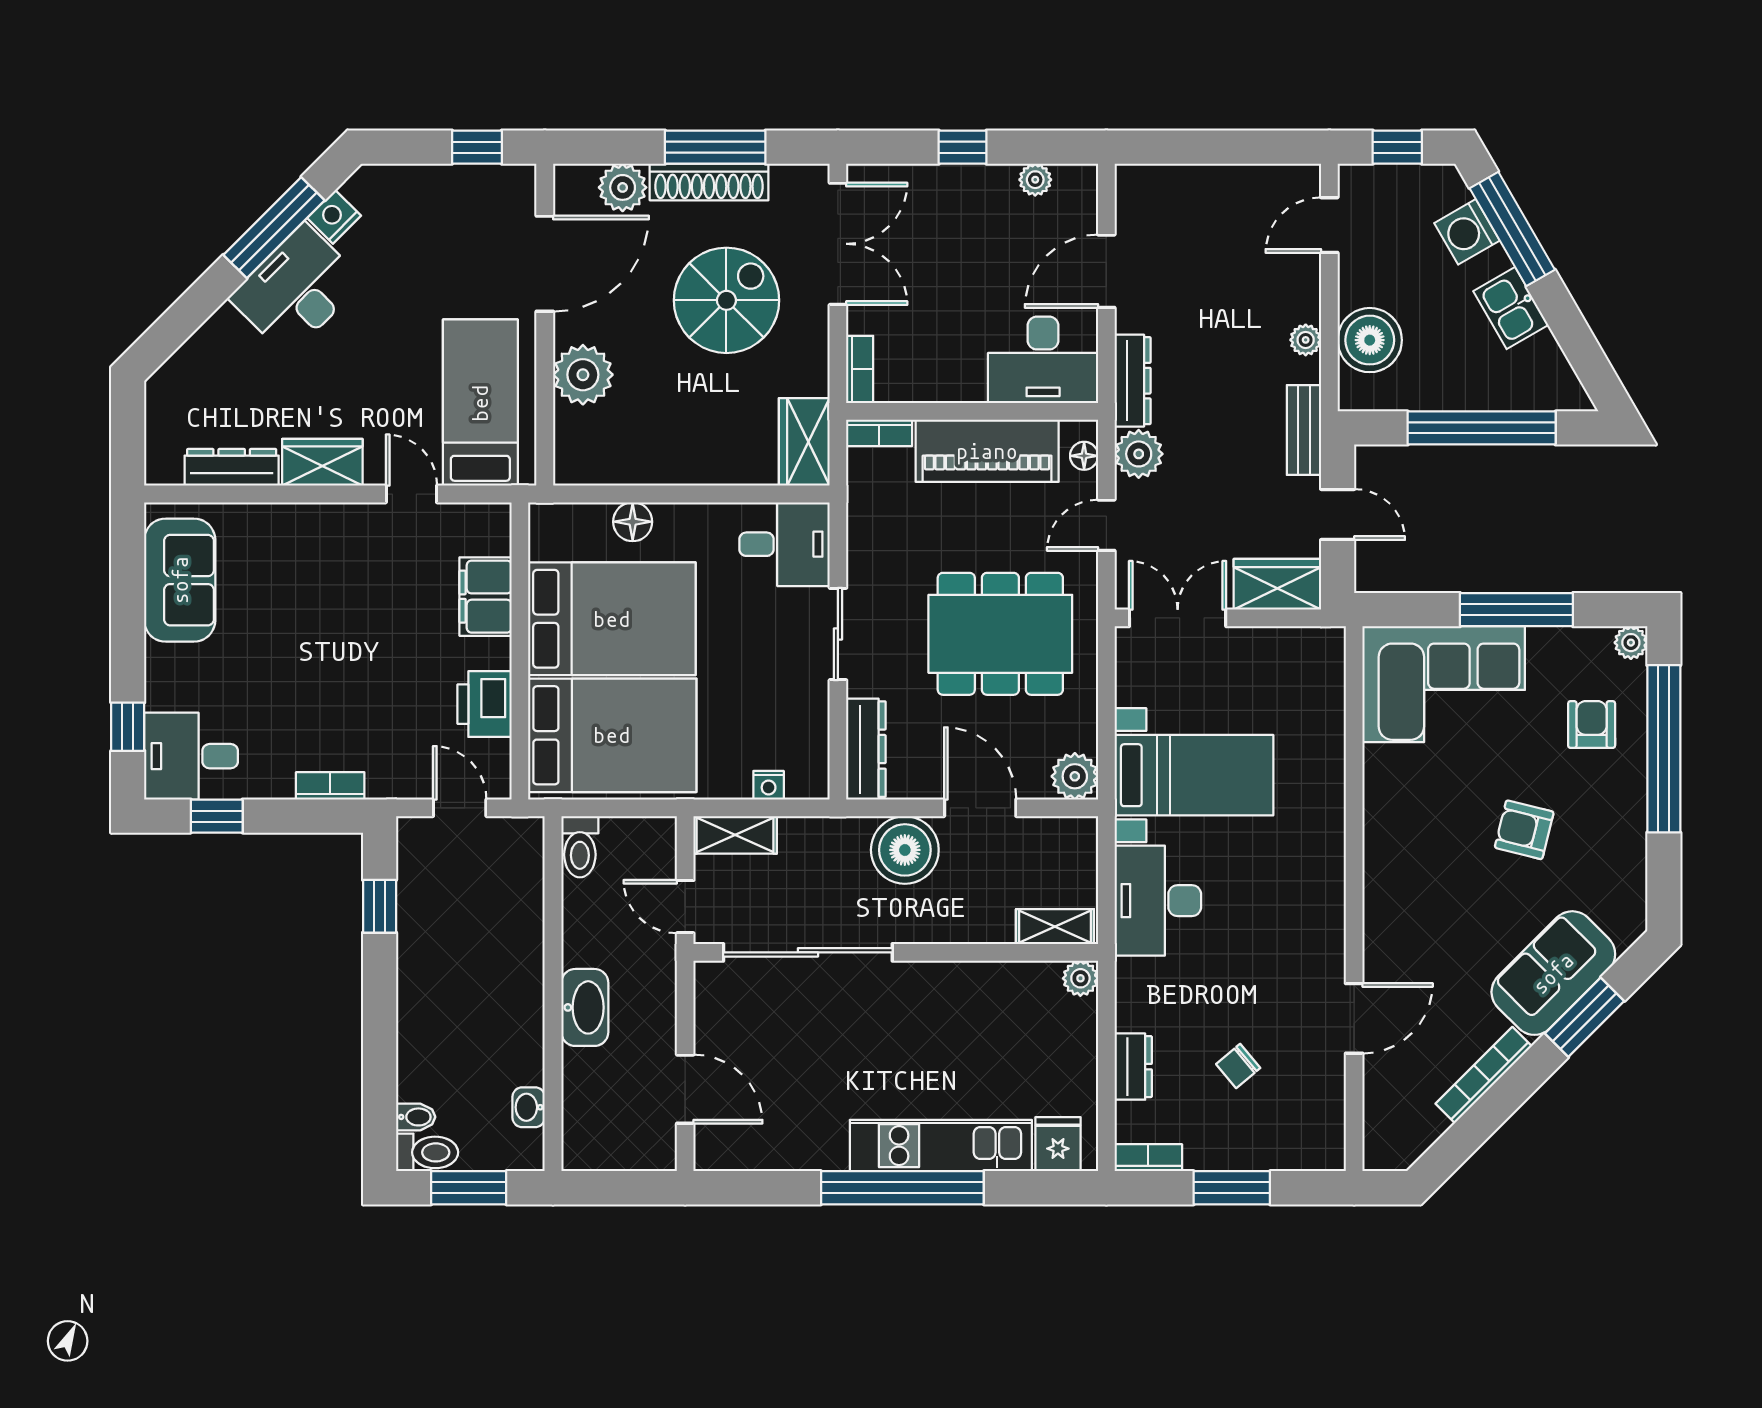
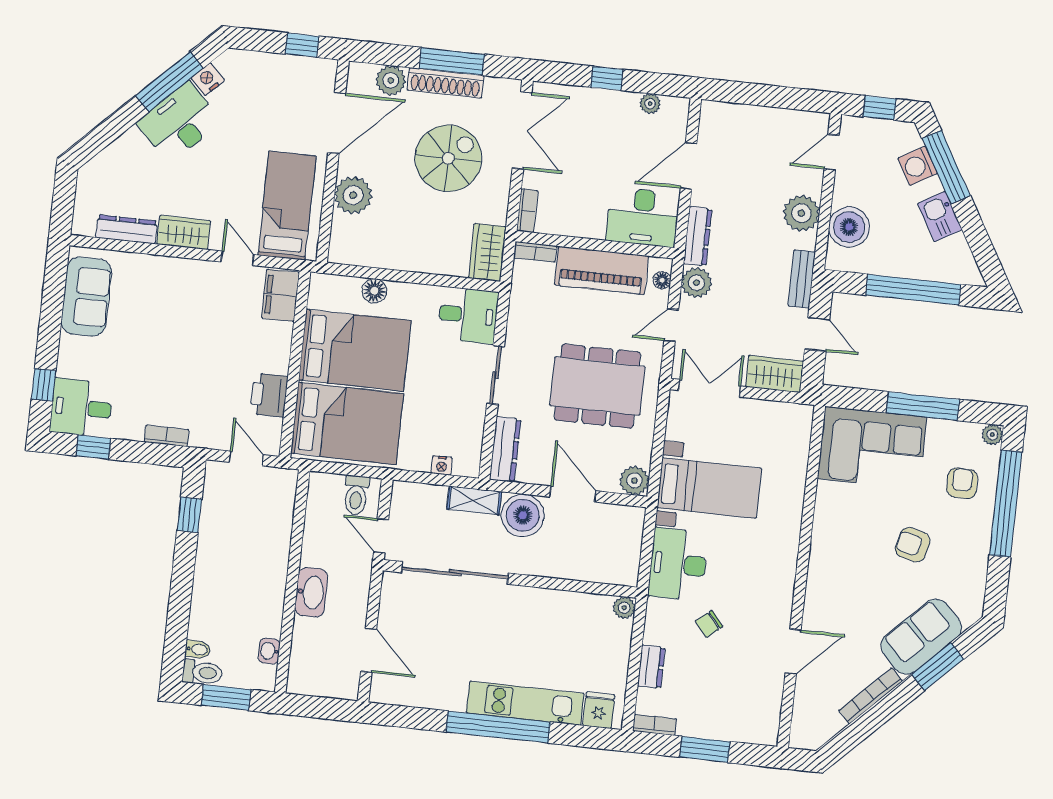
plant: (1306, 340) -> (801, 213), width x1.87, depth x1.87
filing cabinet: (486, 597) -> (280, 295), moved
shelving: (735, 835) -> (474, 500), moved
toilet: (580, 847) -> (356, 495), moved
shelving: (1055, 927) -> (612, 574), removed
chair: (1238, 1066) -> (709, 624), moved

